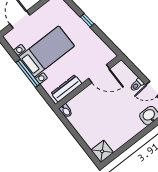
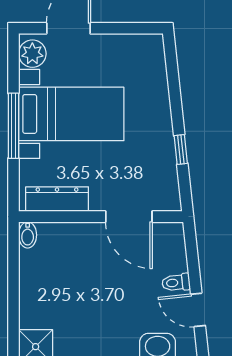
window: (87, 20) -> (181, 149), moved
plant: (14, 40) -> (32, 54), added

